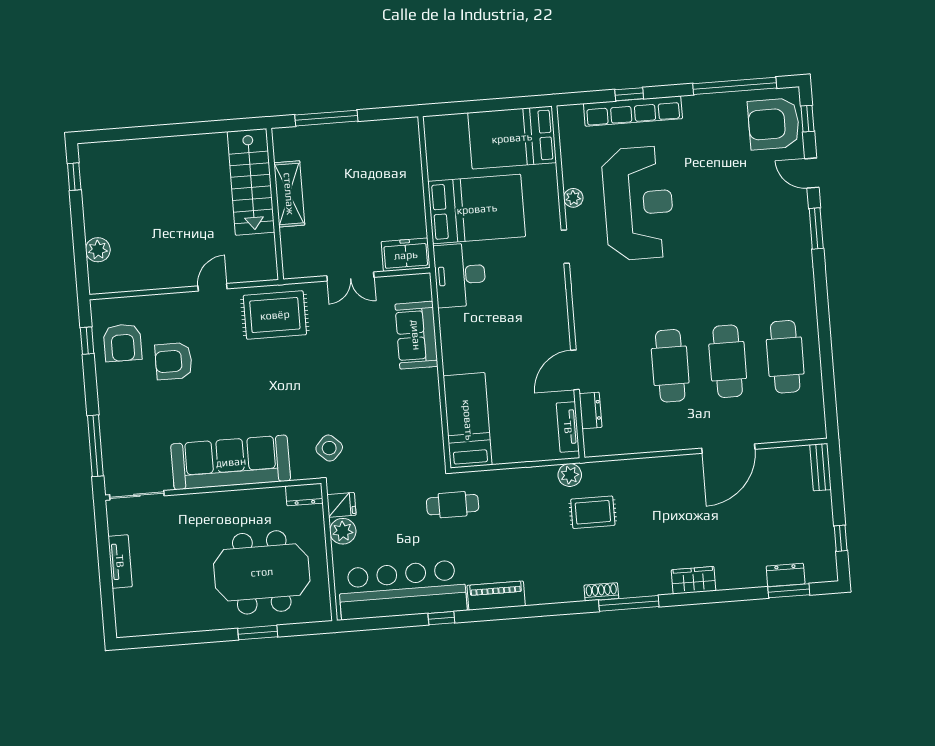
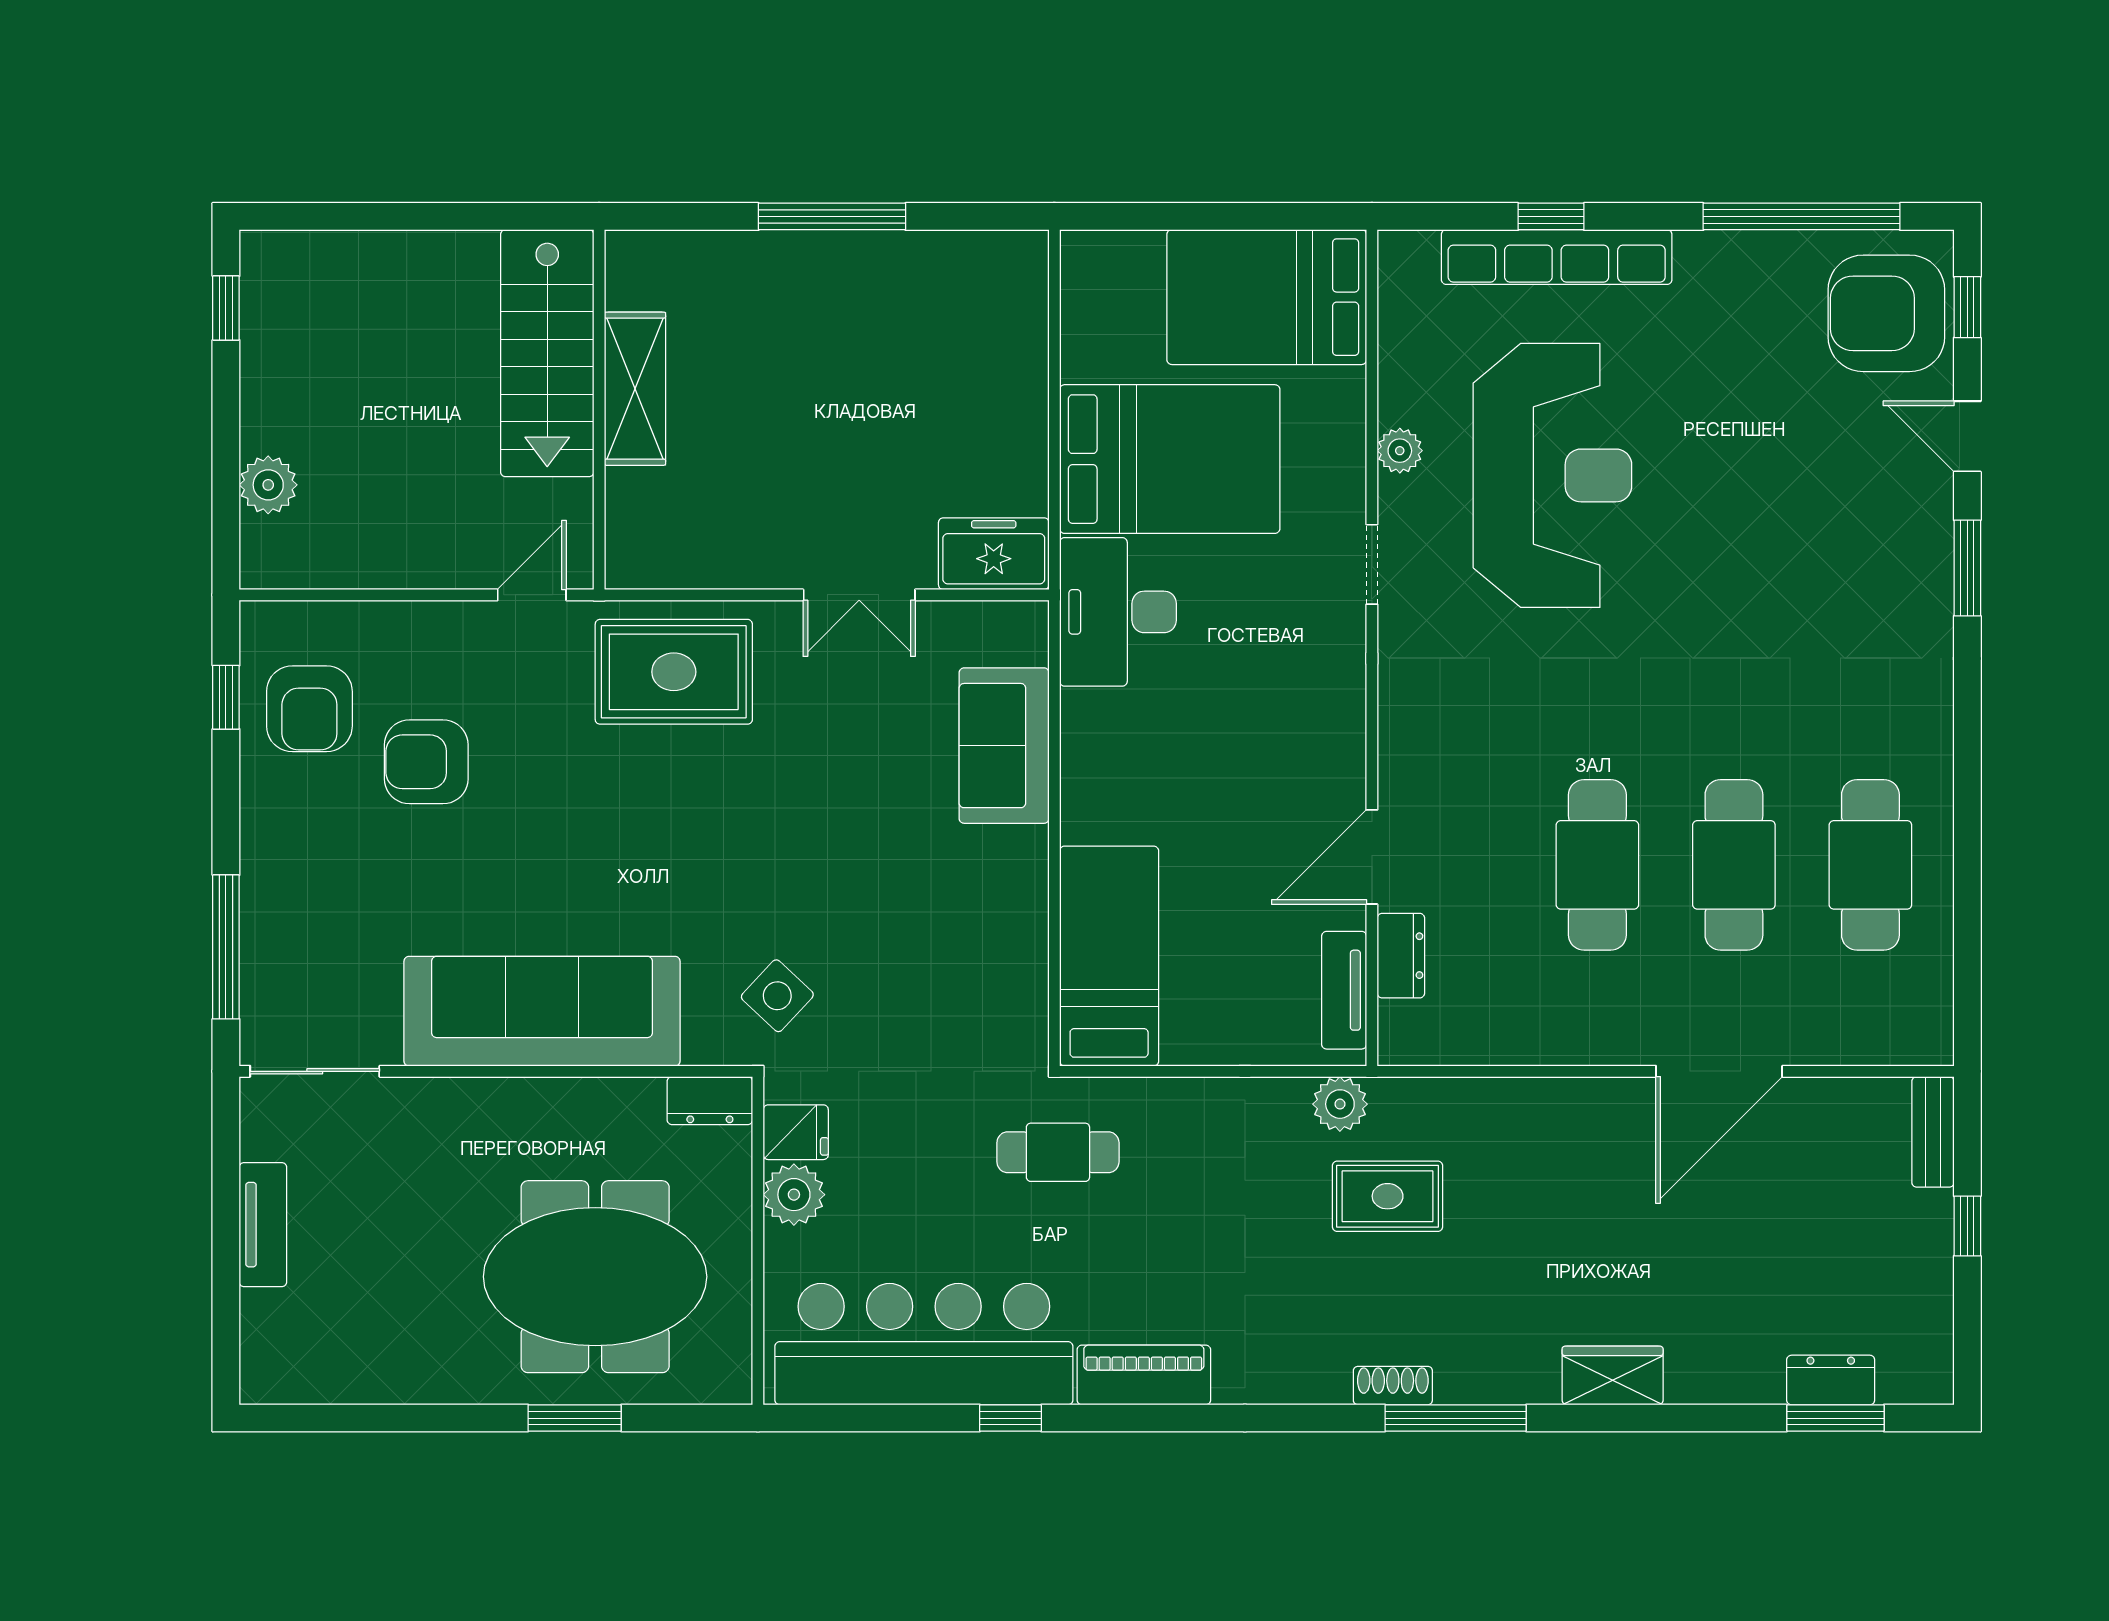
stairs: (251, 182) -> (547, 353), moved
shelving: (289, 194) -> (635, 389), moved
wall: (275, 204) -> (599, 410), moved
window: (841, 538) -> (1967, 1226), moved

